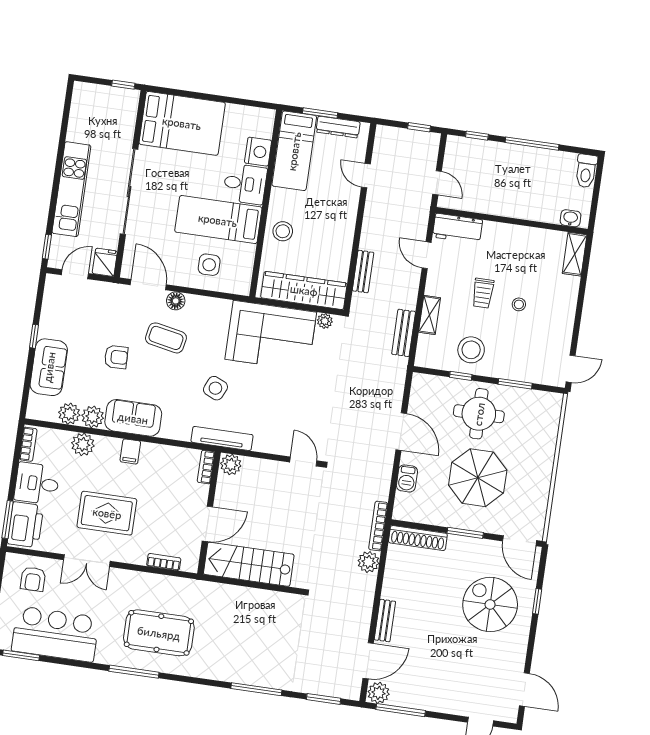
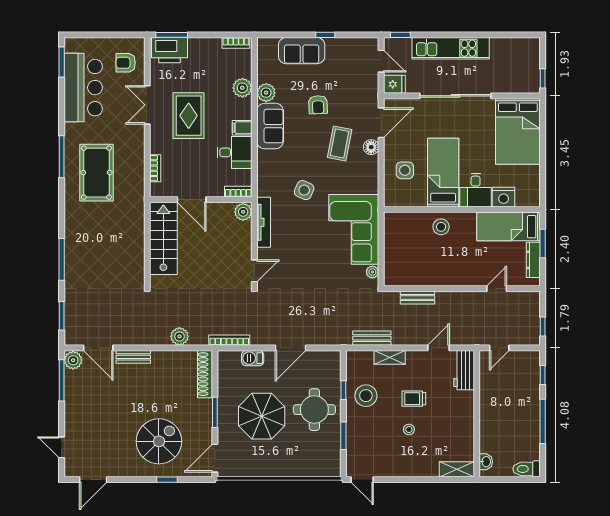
wardrobe: (304, 290) -> (395, 251), removed
plant: (69, 414) -> (266, 73), removed
tv unit: (222, 438) -> (264, 222), moved
desk: (37, 483) -> (234, 152), moved, turned 90
bookcase: (378, 526) -> (229, 340), moved

